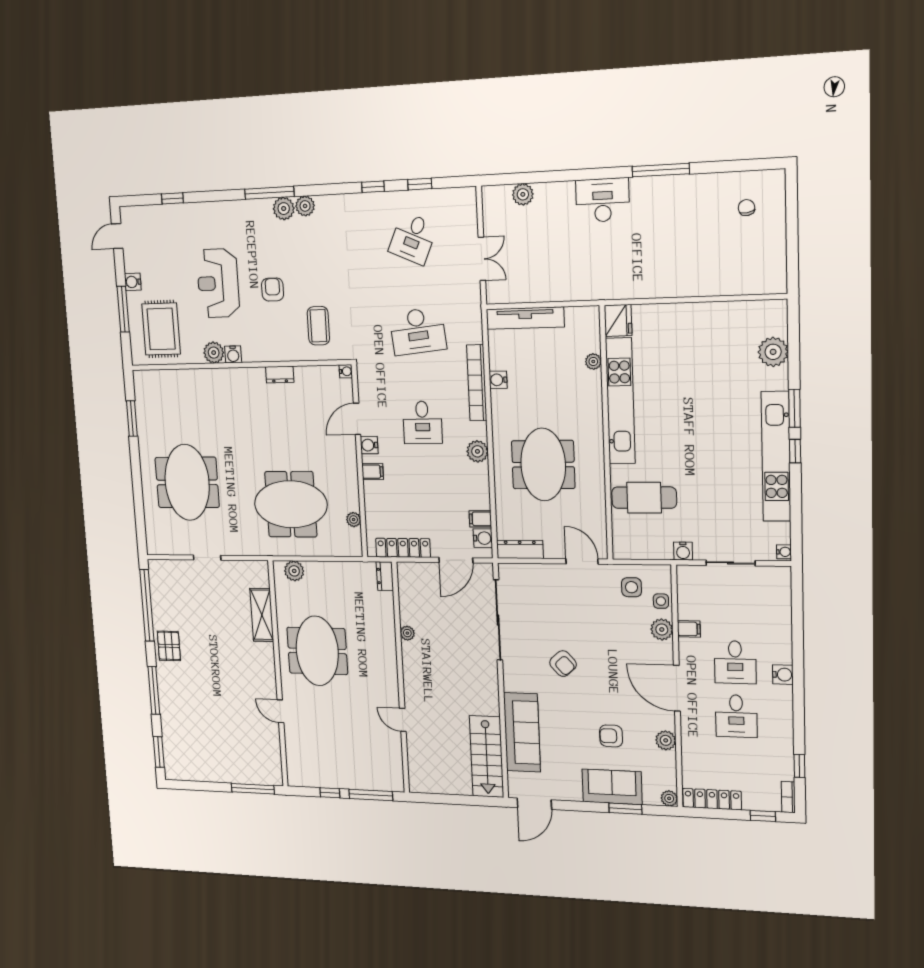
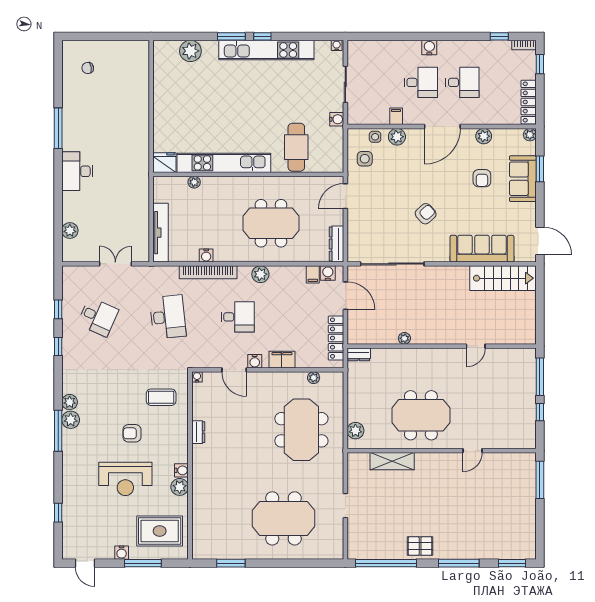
filing cabinet: (373, 472) -> (282, 360), width x2.00

